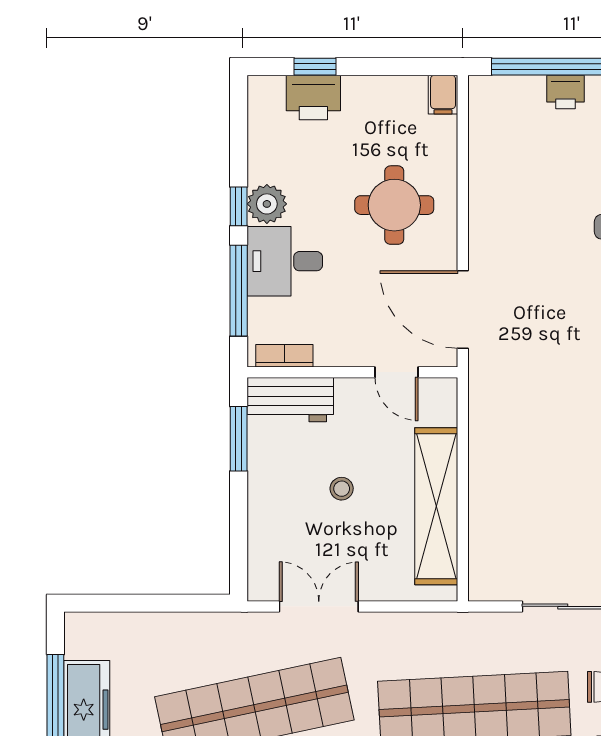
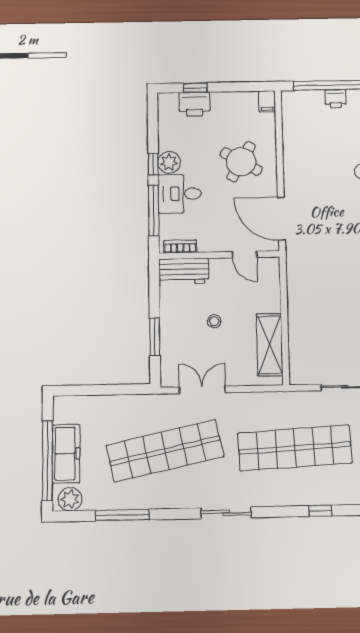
round table: (394, 205) -> (241, 162), turned 30
window: (239, 439) -> (155, 337), moved
shelving: (436, 506) -> (270, 345), width x0.68

